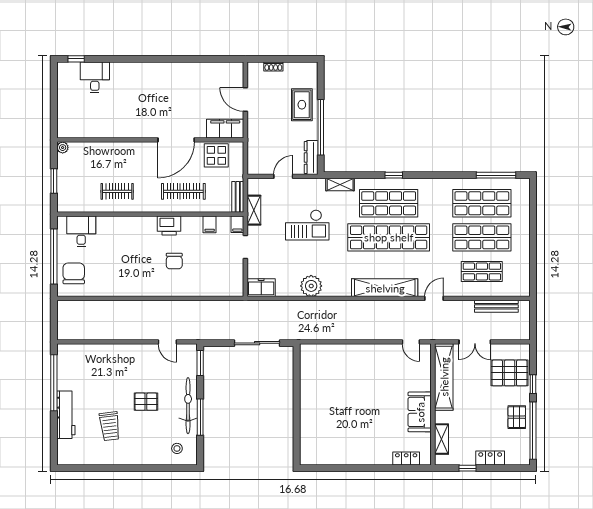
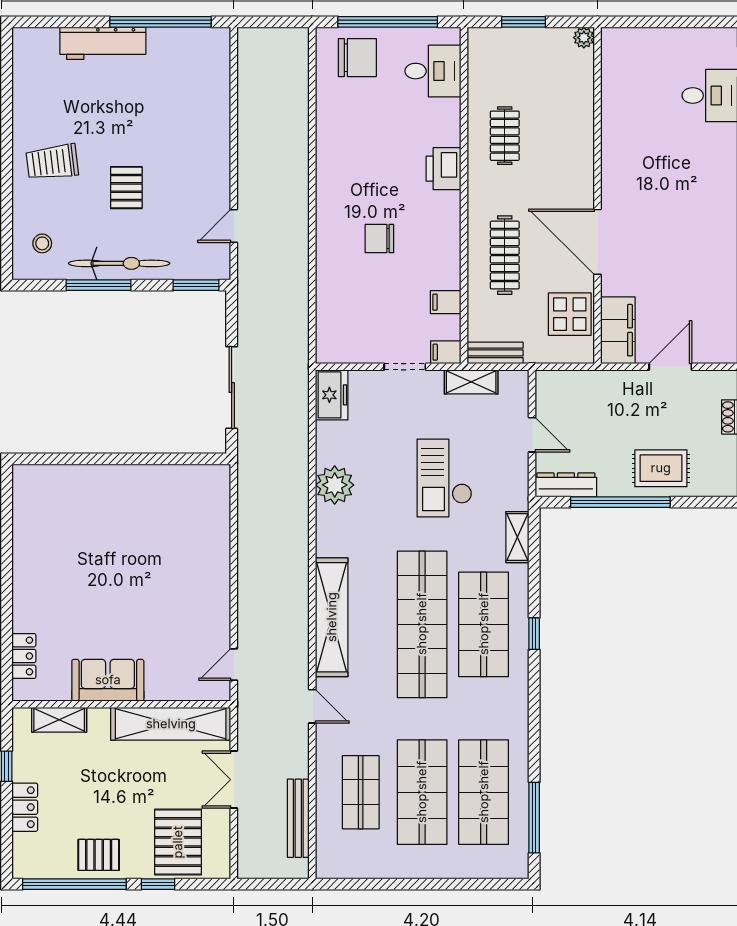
printer: (169, 225) -> (444, 169), moved
trolley: (110, 426) -> (52, 162), moved

